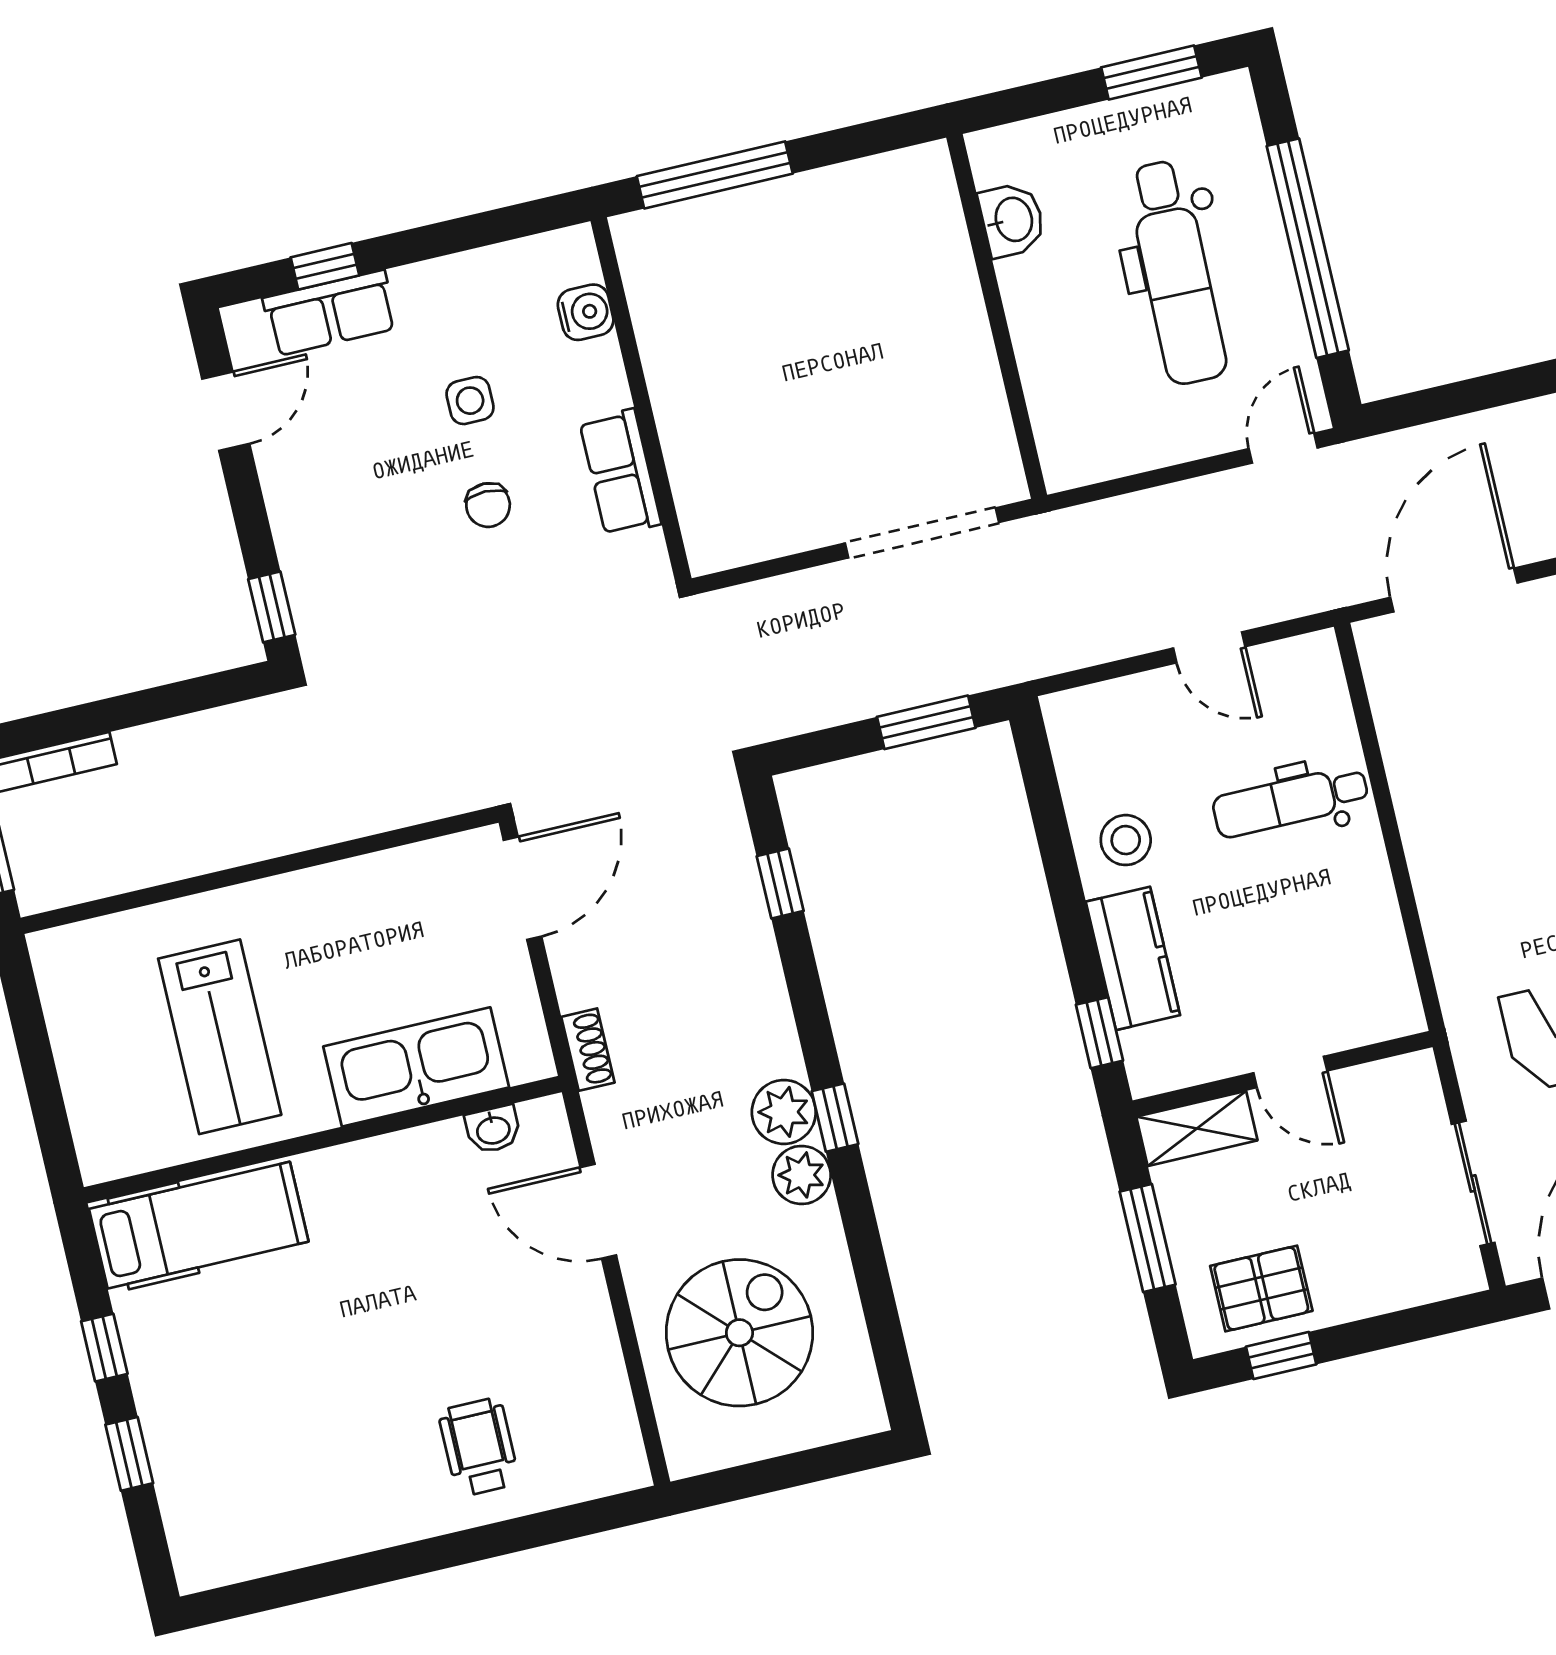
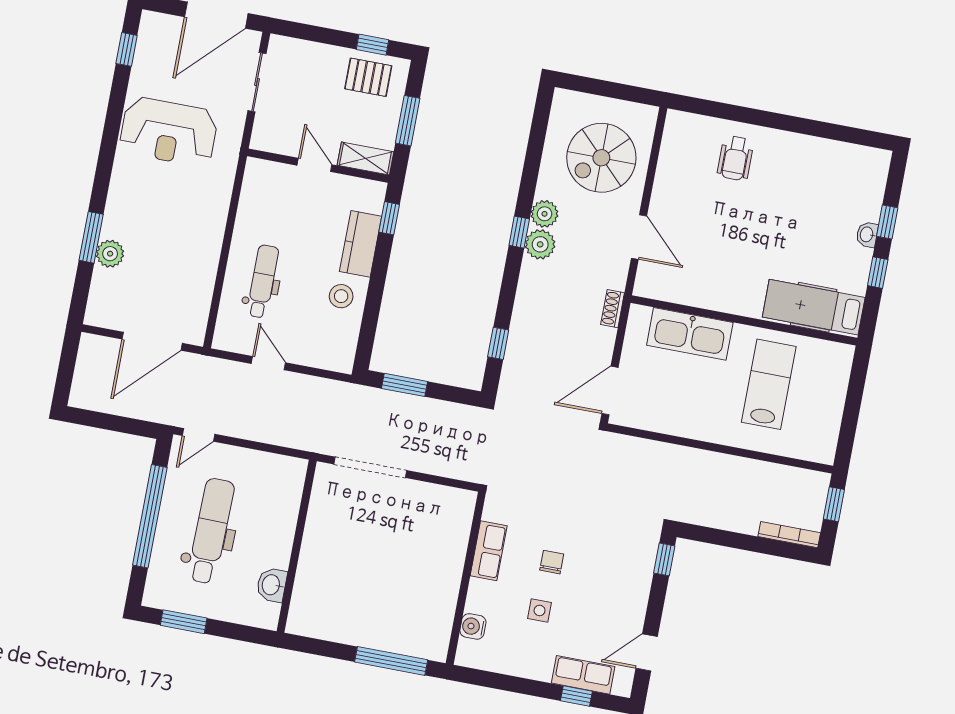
dental chair: (1291, 801) -> (263, 281), turned -90
washbasin: (493, 1129) -> (867, 235), moved, turned -90

